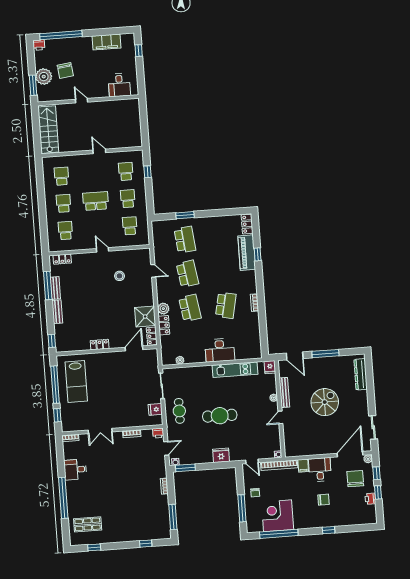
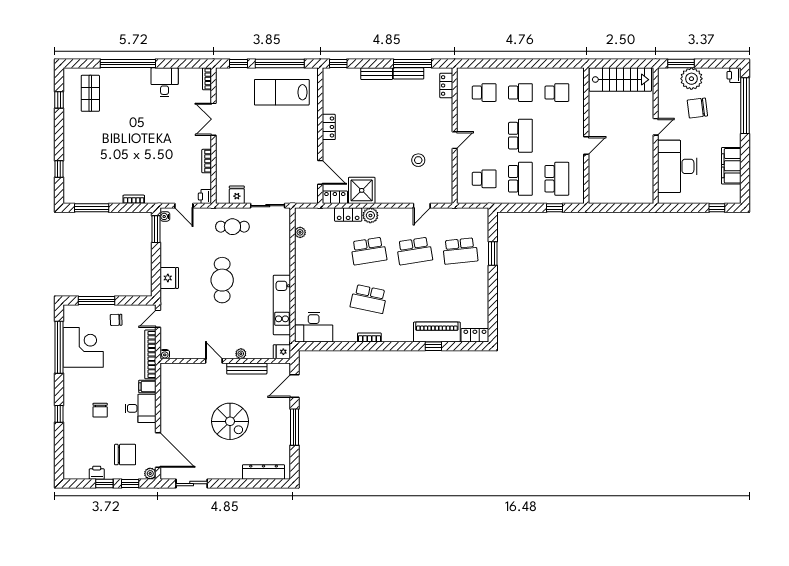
desk: (119, 85) -> (677, 166), width x1.87, depth x1.30
school desk: (126, 171) -> (557, 179), width x1.85
school desk: (128, 199) -> (520, 179), width x1.85
desk: (220, 350) -> (314, 327), moved, turned -90

